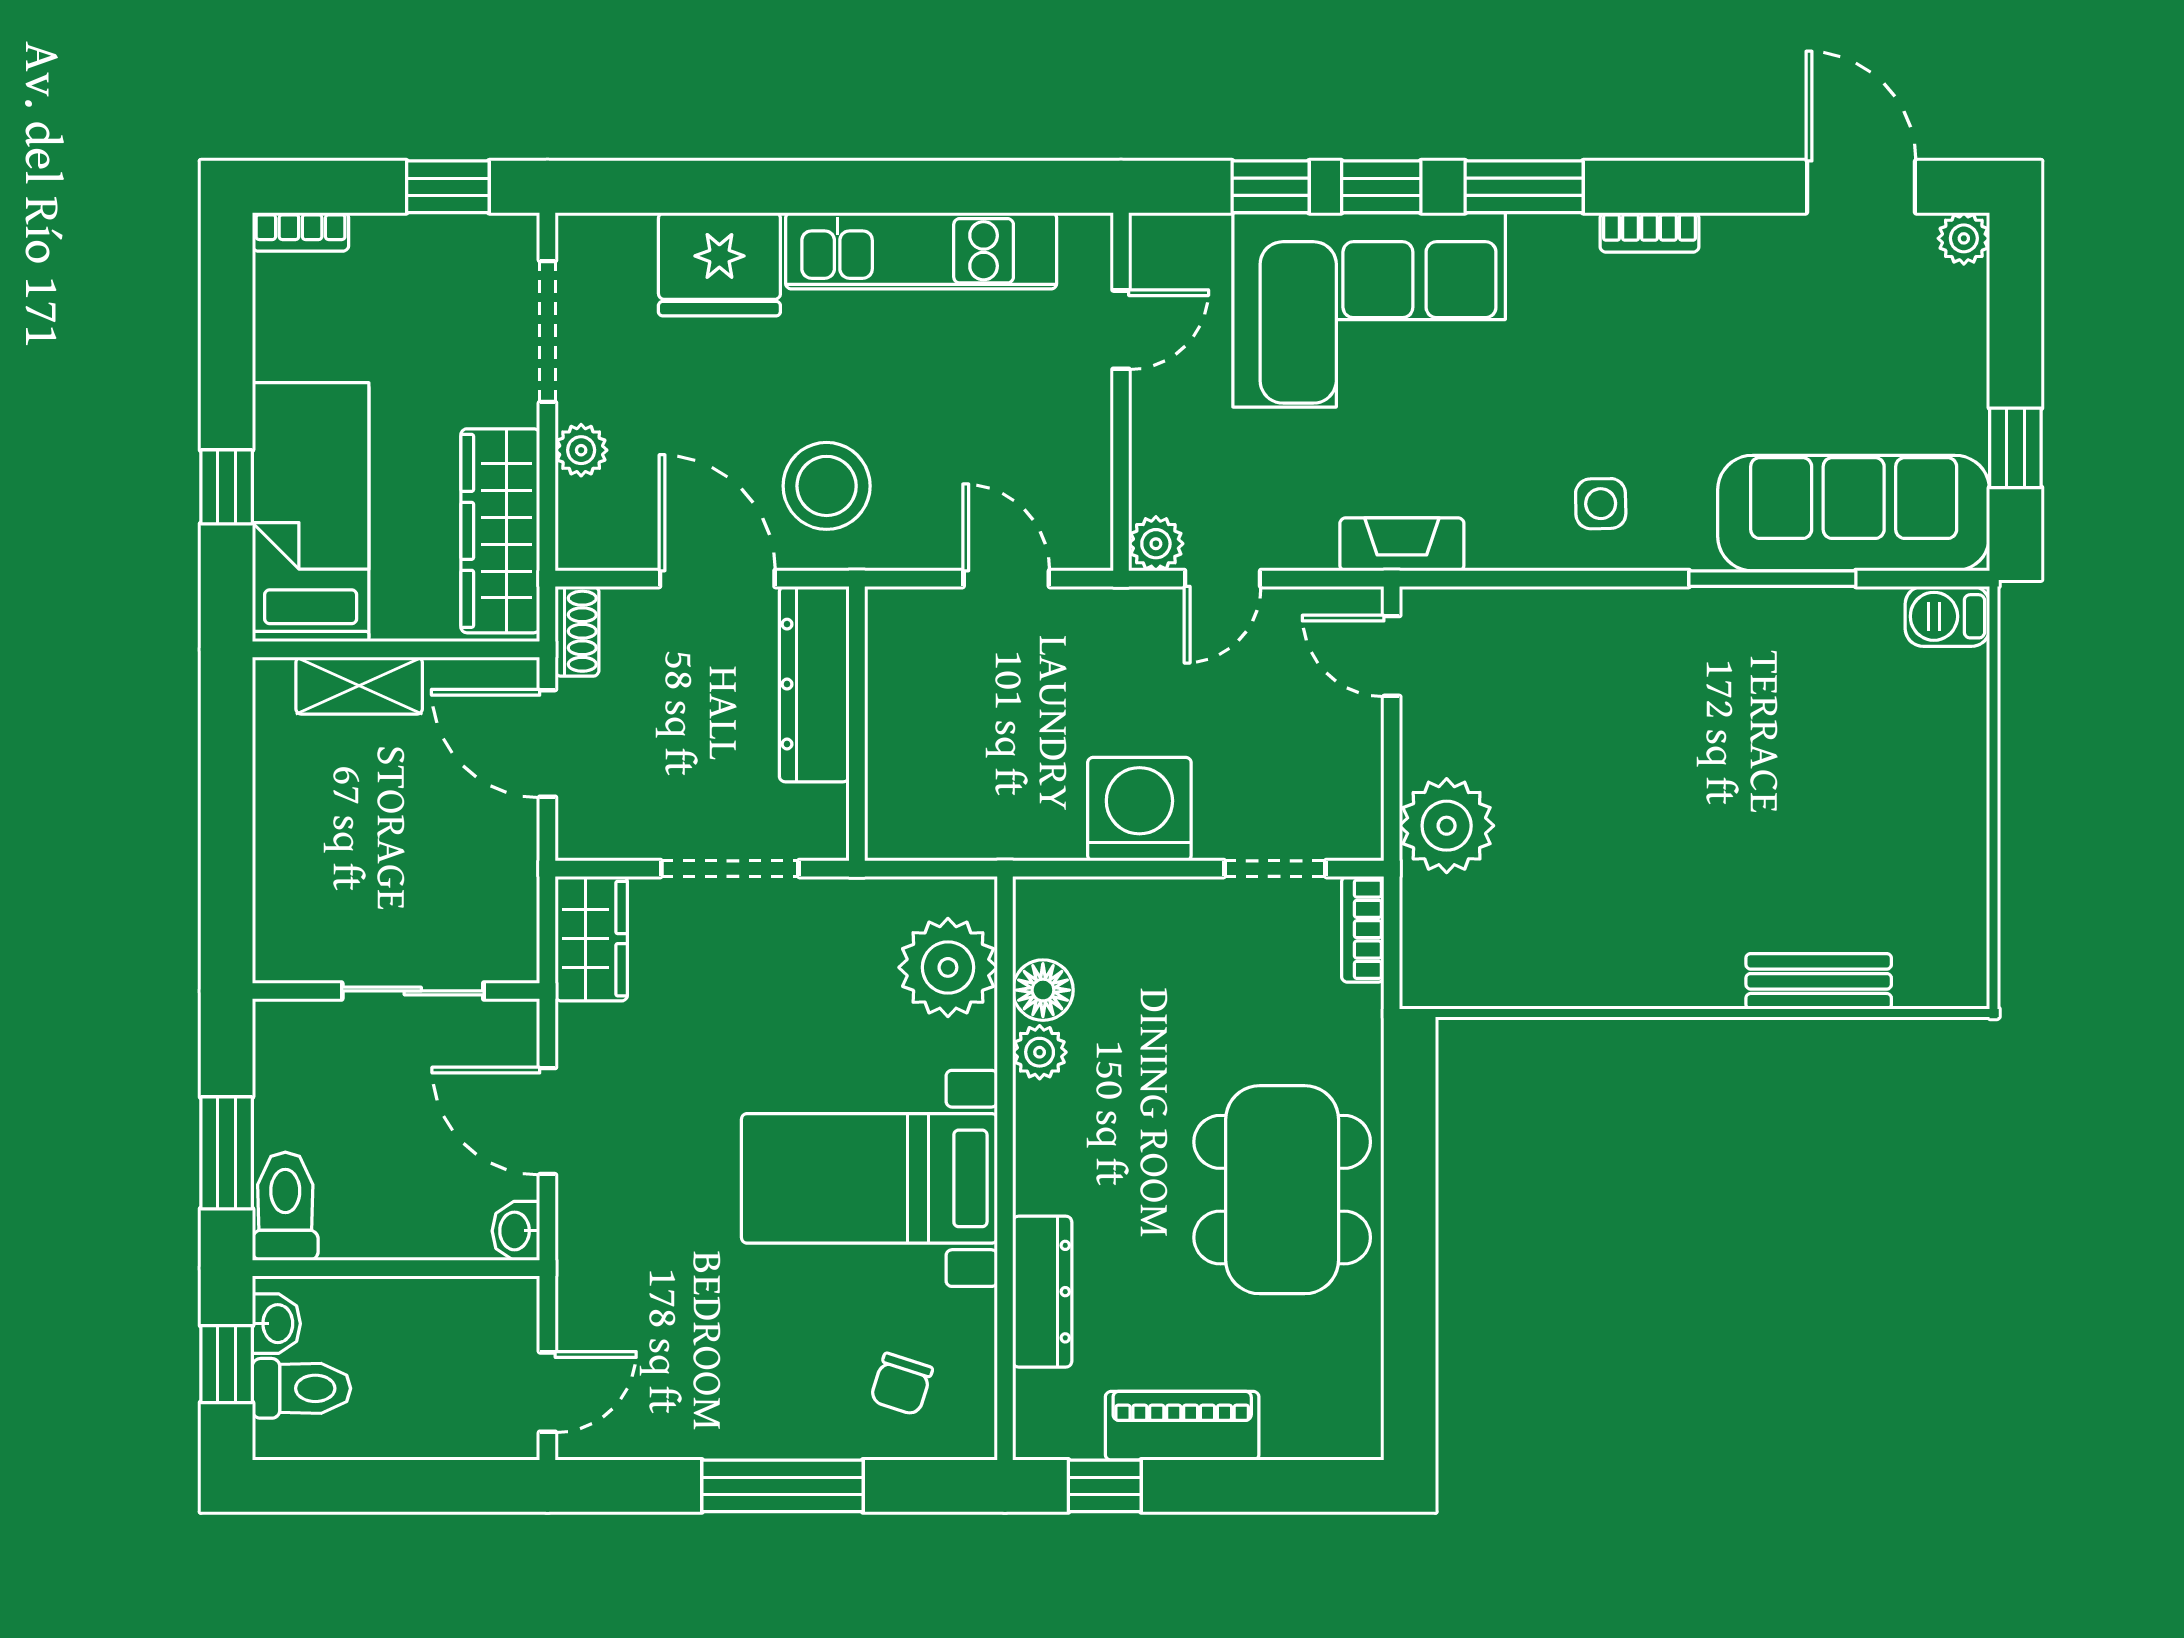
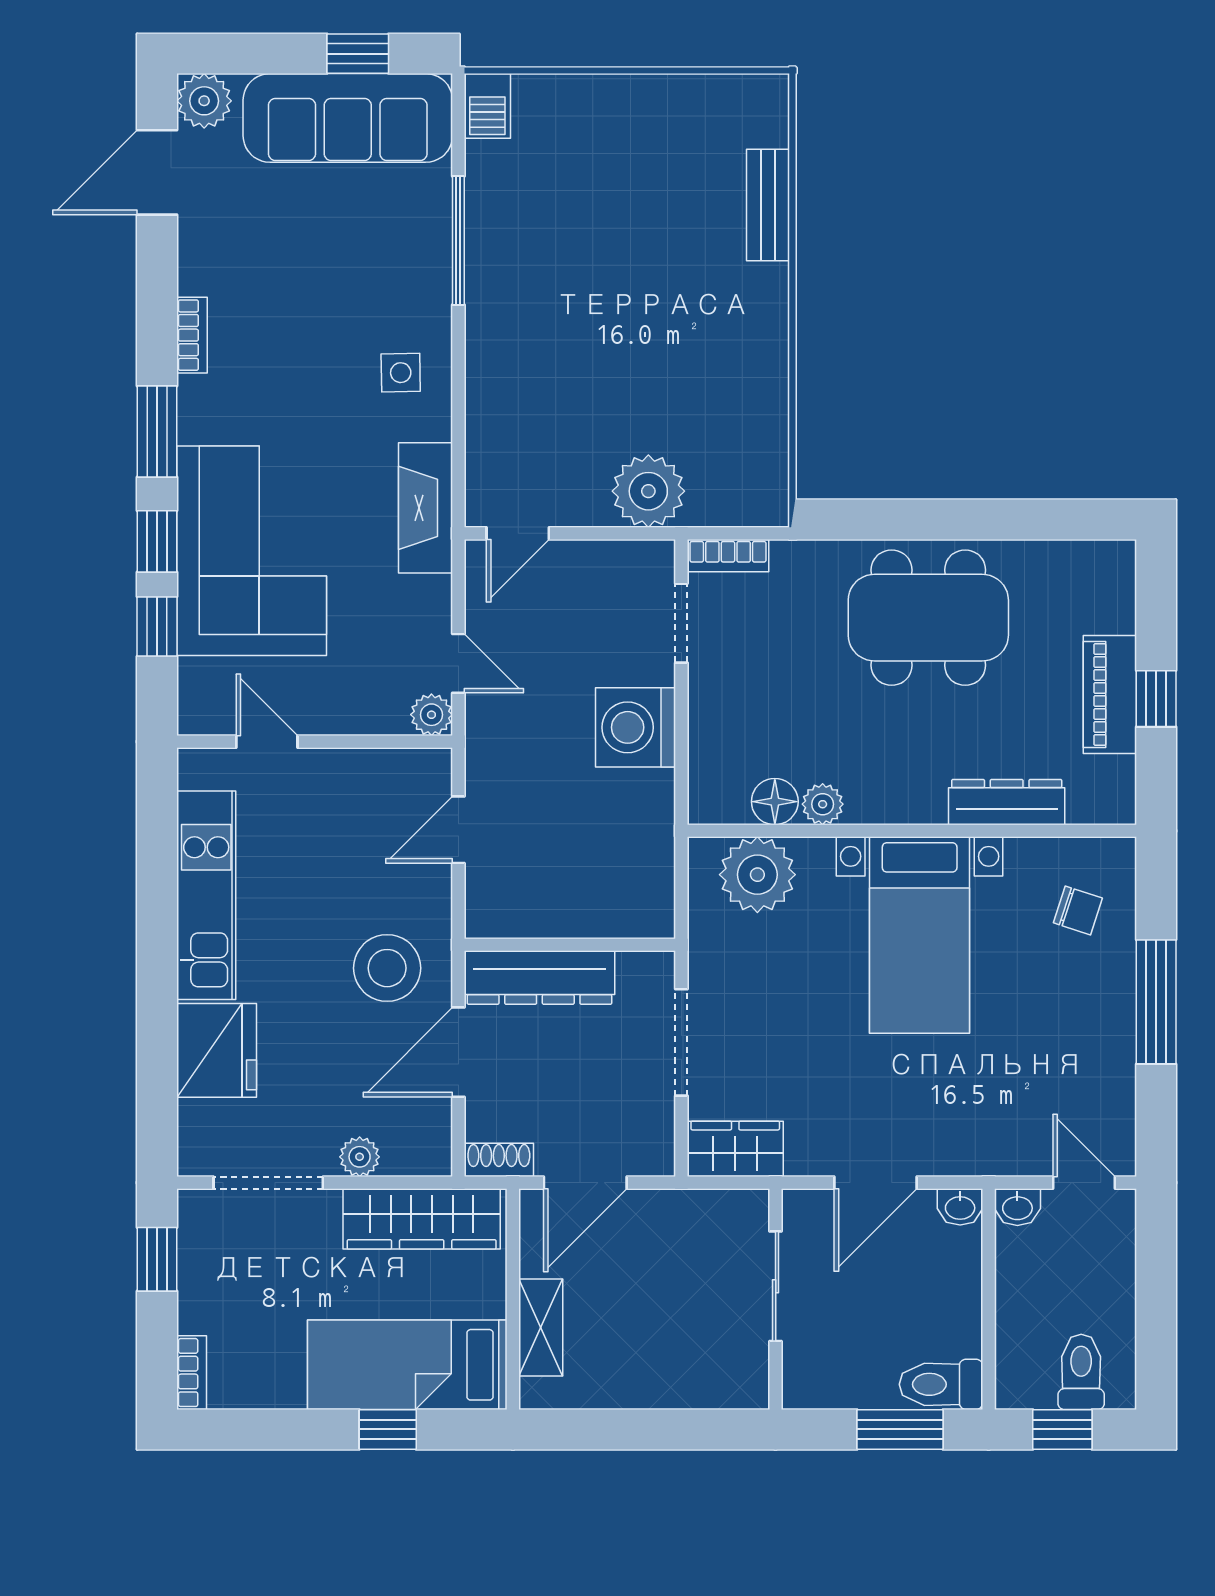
plant: (1964, 238) -> (204, 101), width x1.38, depth x1.38
sofa: (1854, 513) -> (348, 118), moved, turned -90
fireplace: (1402, 544) -> (426, 508), width x1.37, depth x1.32
washbasin: (276, 1324) -> (1017, 1207), moved, turned 180
window: (1105, 1486) -> (1156, 699), moved

